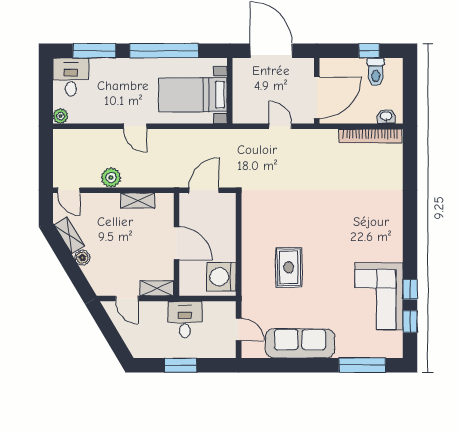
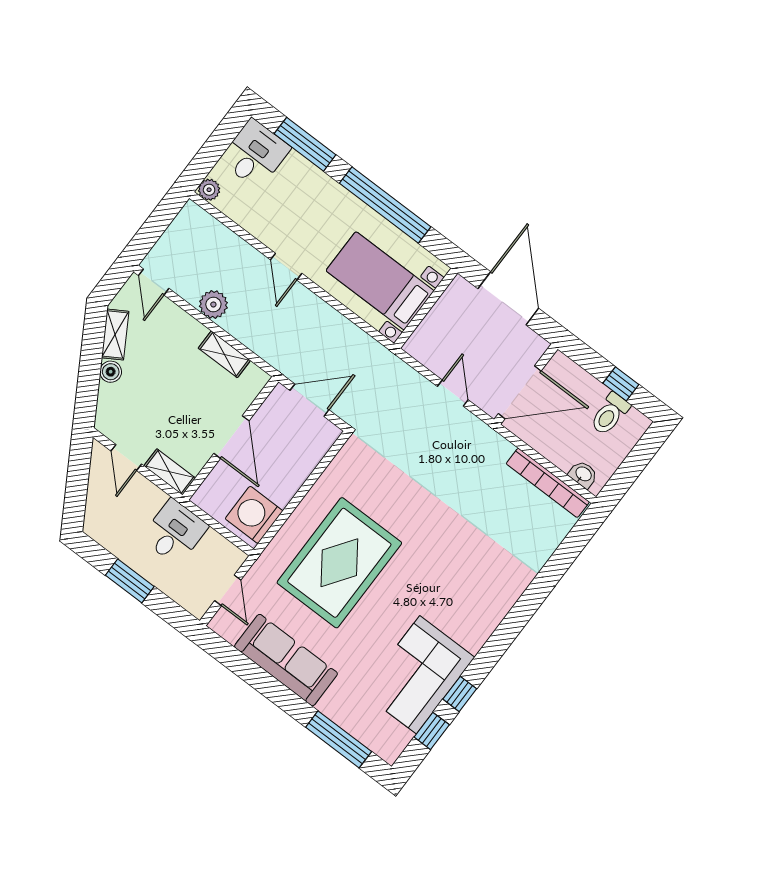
rug: (289, 267) -> (339, 563), width x1.86, depth x2.06

